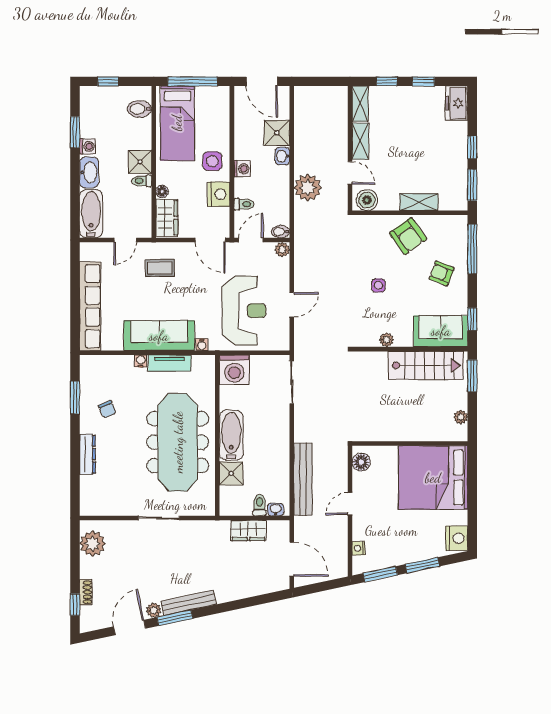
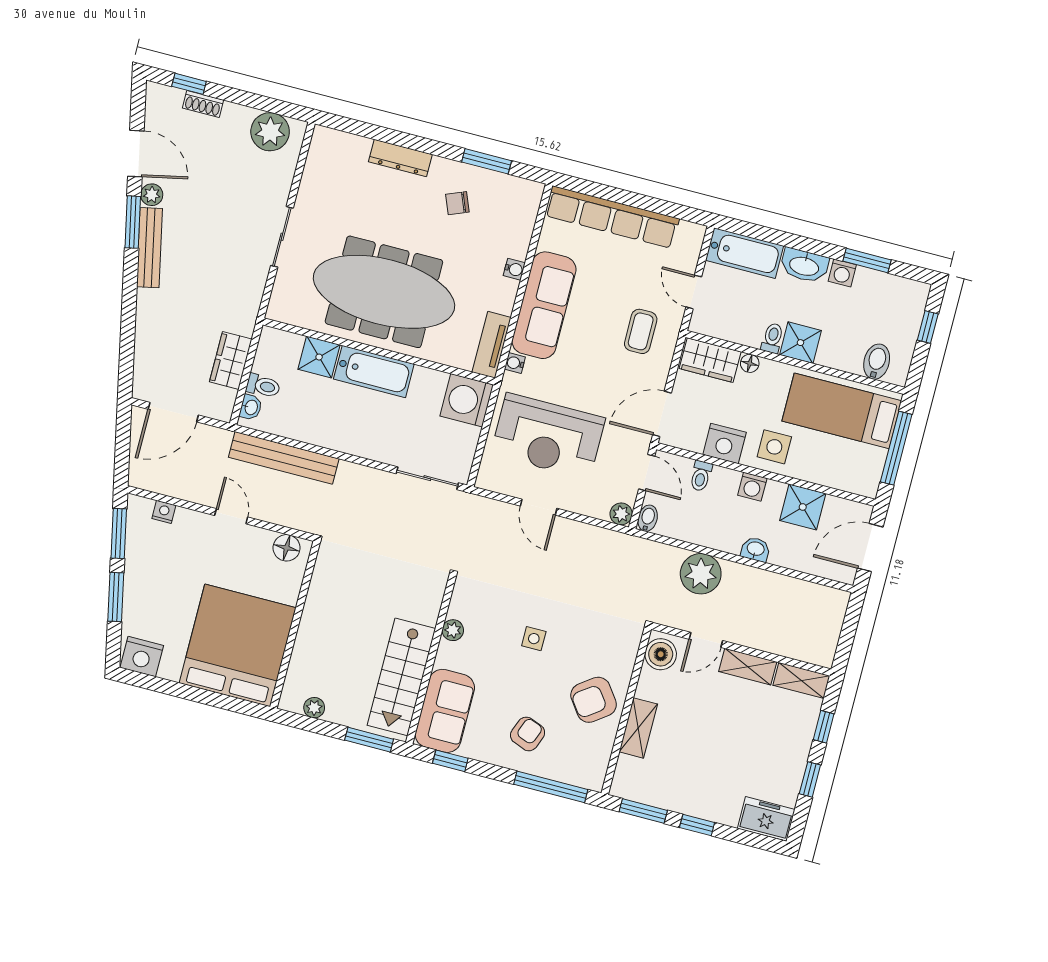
shower: (277, 133) -> (803, 507), moved
tv unit: (170, 363) -> (491, 345), moved

